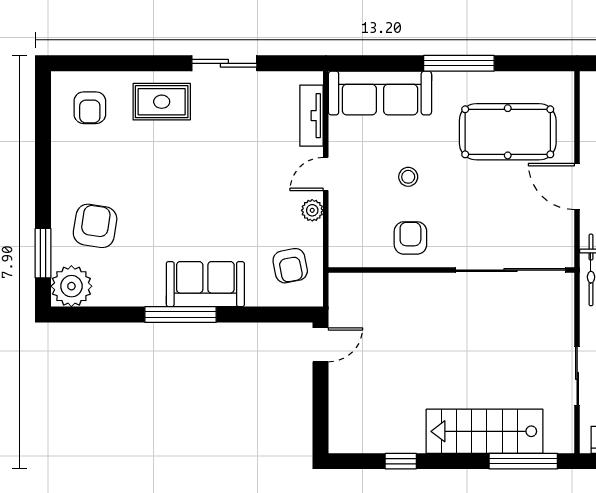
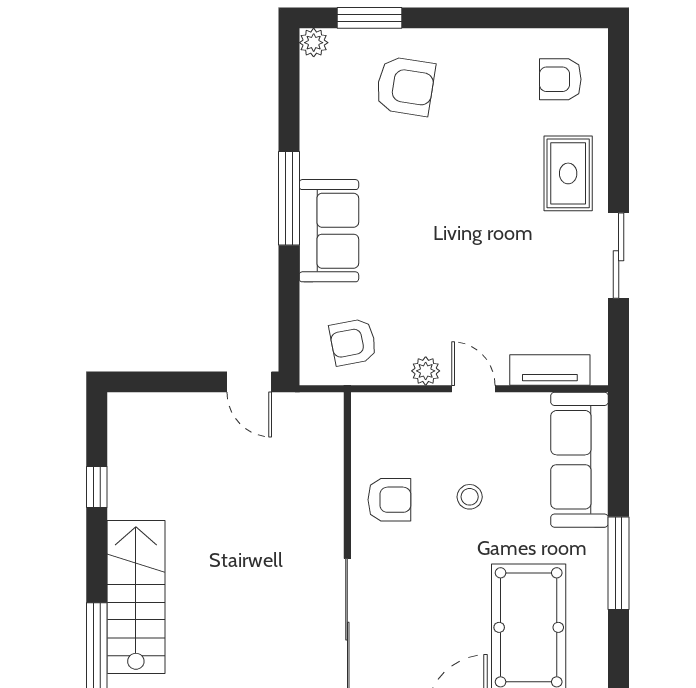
plant: (71, 286) -> (314, 43), width x0.53, depth x0.53

